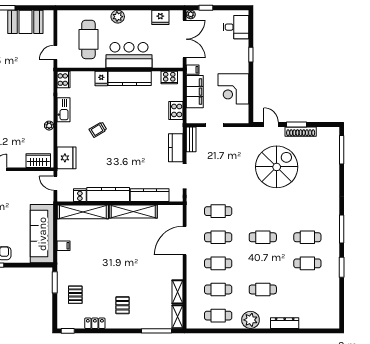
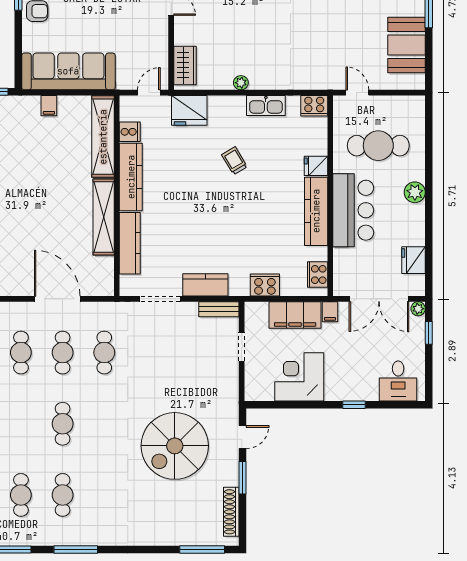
shoe rack: (301, 132) -> (231, 512), moved
spiral stairs: (277, 167) -> (175, 446), turned 90

